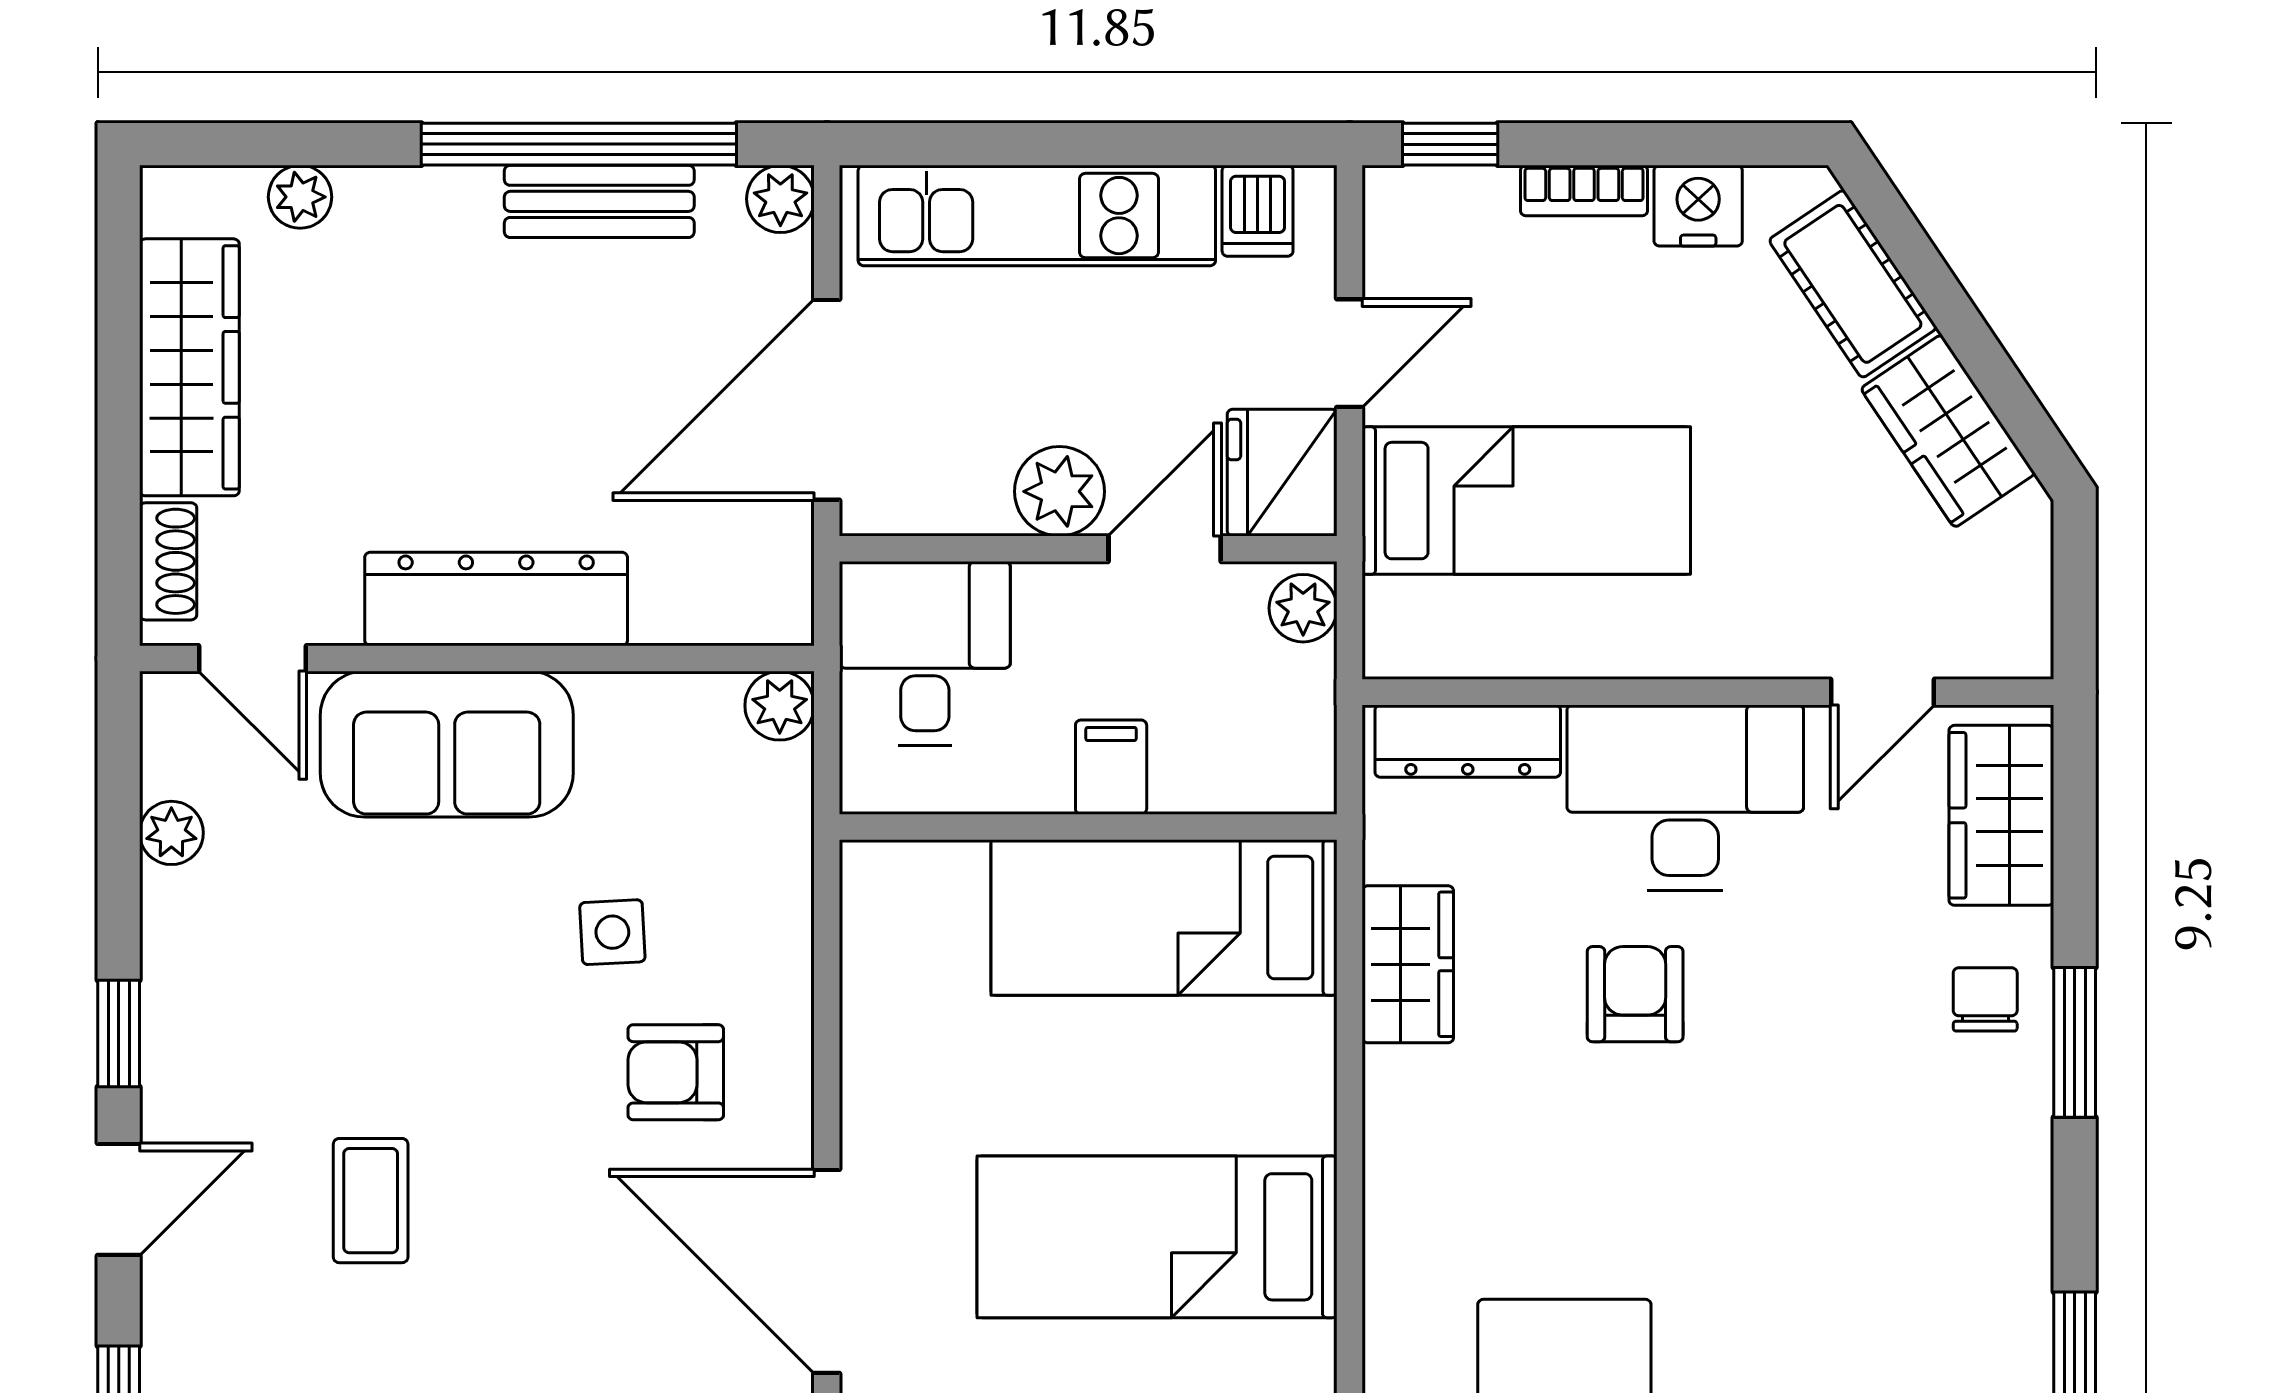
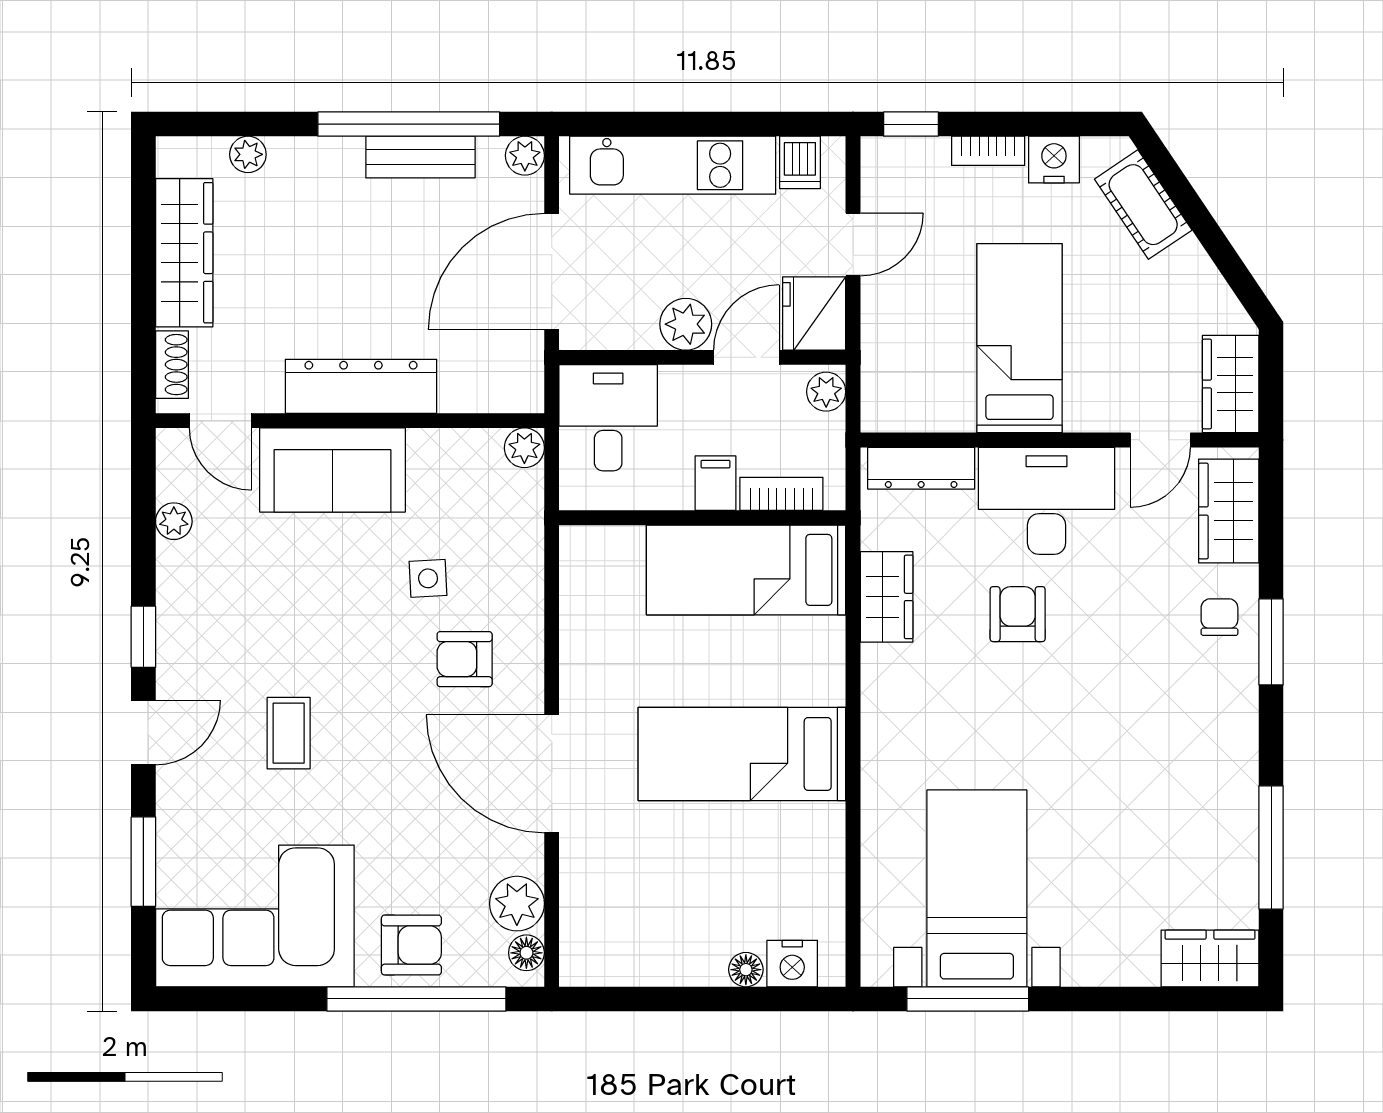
wardrobe: (1948, 431) -> (1231, 384), moved, turned 34
bed: (1526, 501) -> (1020, 338), moved, turned -90
bookcase: (1225, 786) -> (781, 494), added

